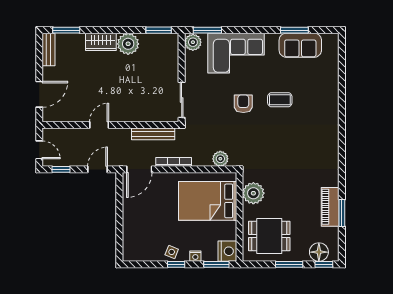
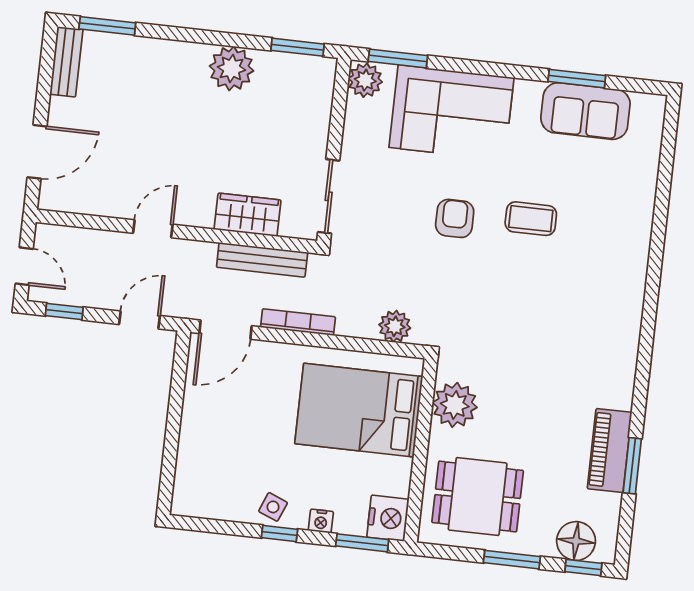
wardrobe: (101, 42) -> (248, 215), moved, turned 180

